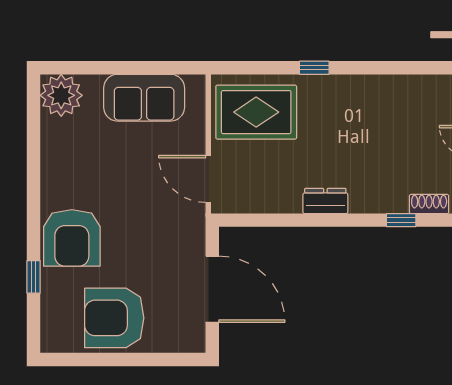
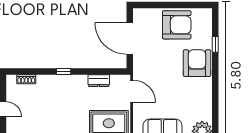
dresser: (325, 201) -> (99, 81), moved
window: (401, 220) -> (64, 72), moved

